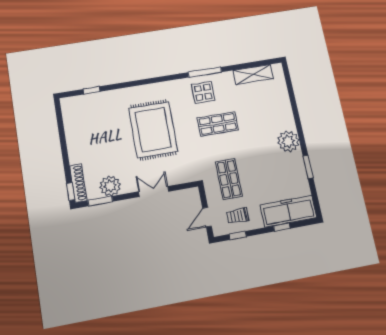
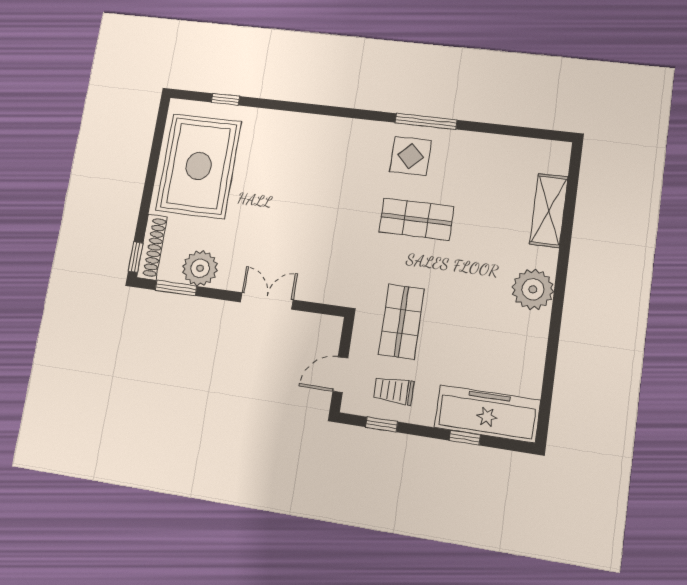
shelving: (253, 74) -> (549, 210), moved, turned 90
rug: (153, 130) -> (199, 166), moved
window: (308, 167) -> (553, 347), removed

